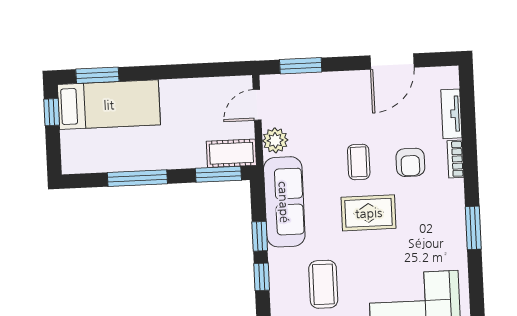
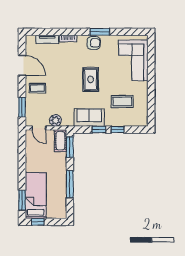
coffee table: (359, 162) -> (37, 88), moved
armchair: (410, 162) -> (94, 43), moved
sofa: (284, 202) -> (89, 118), width x0.73

